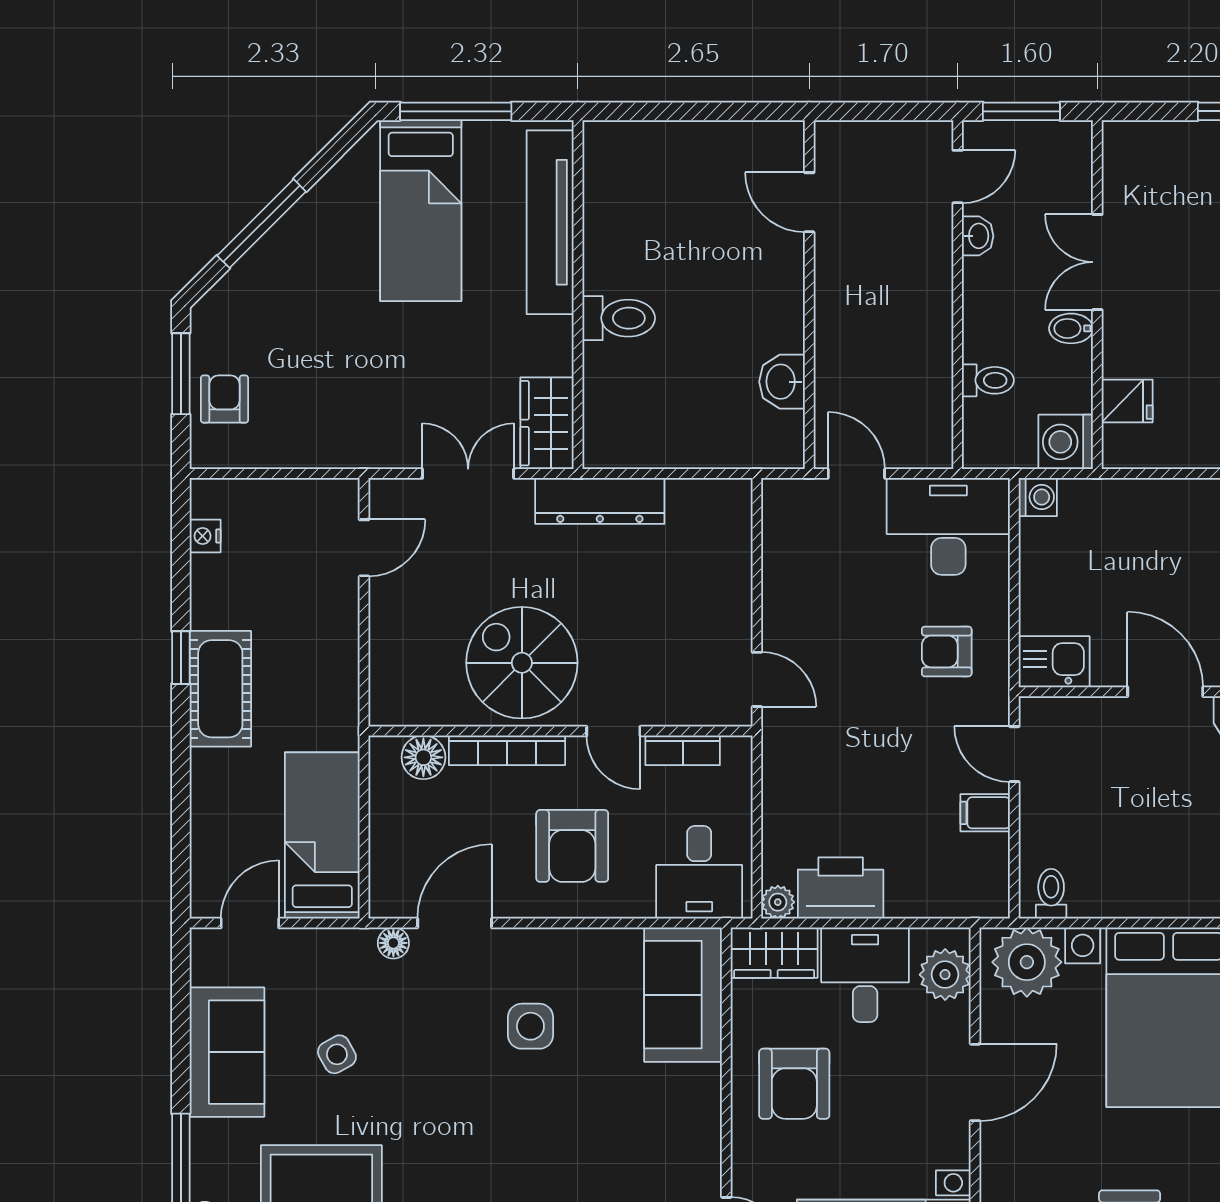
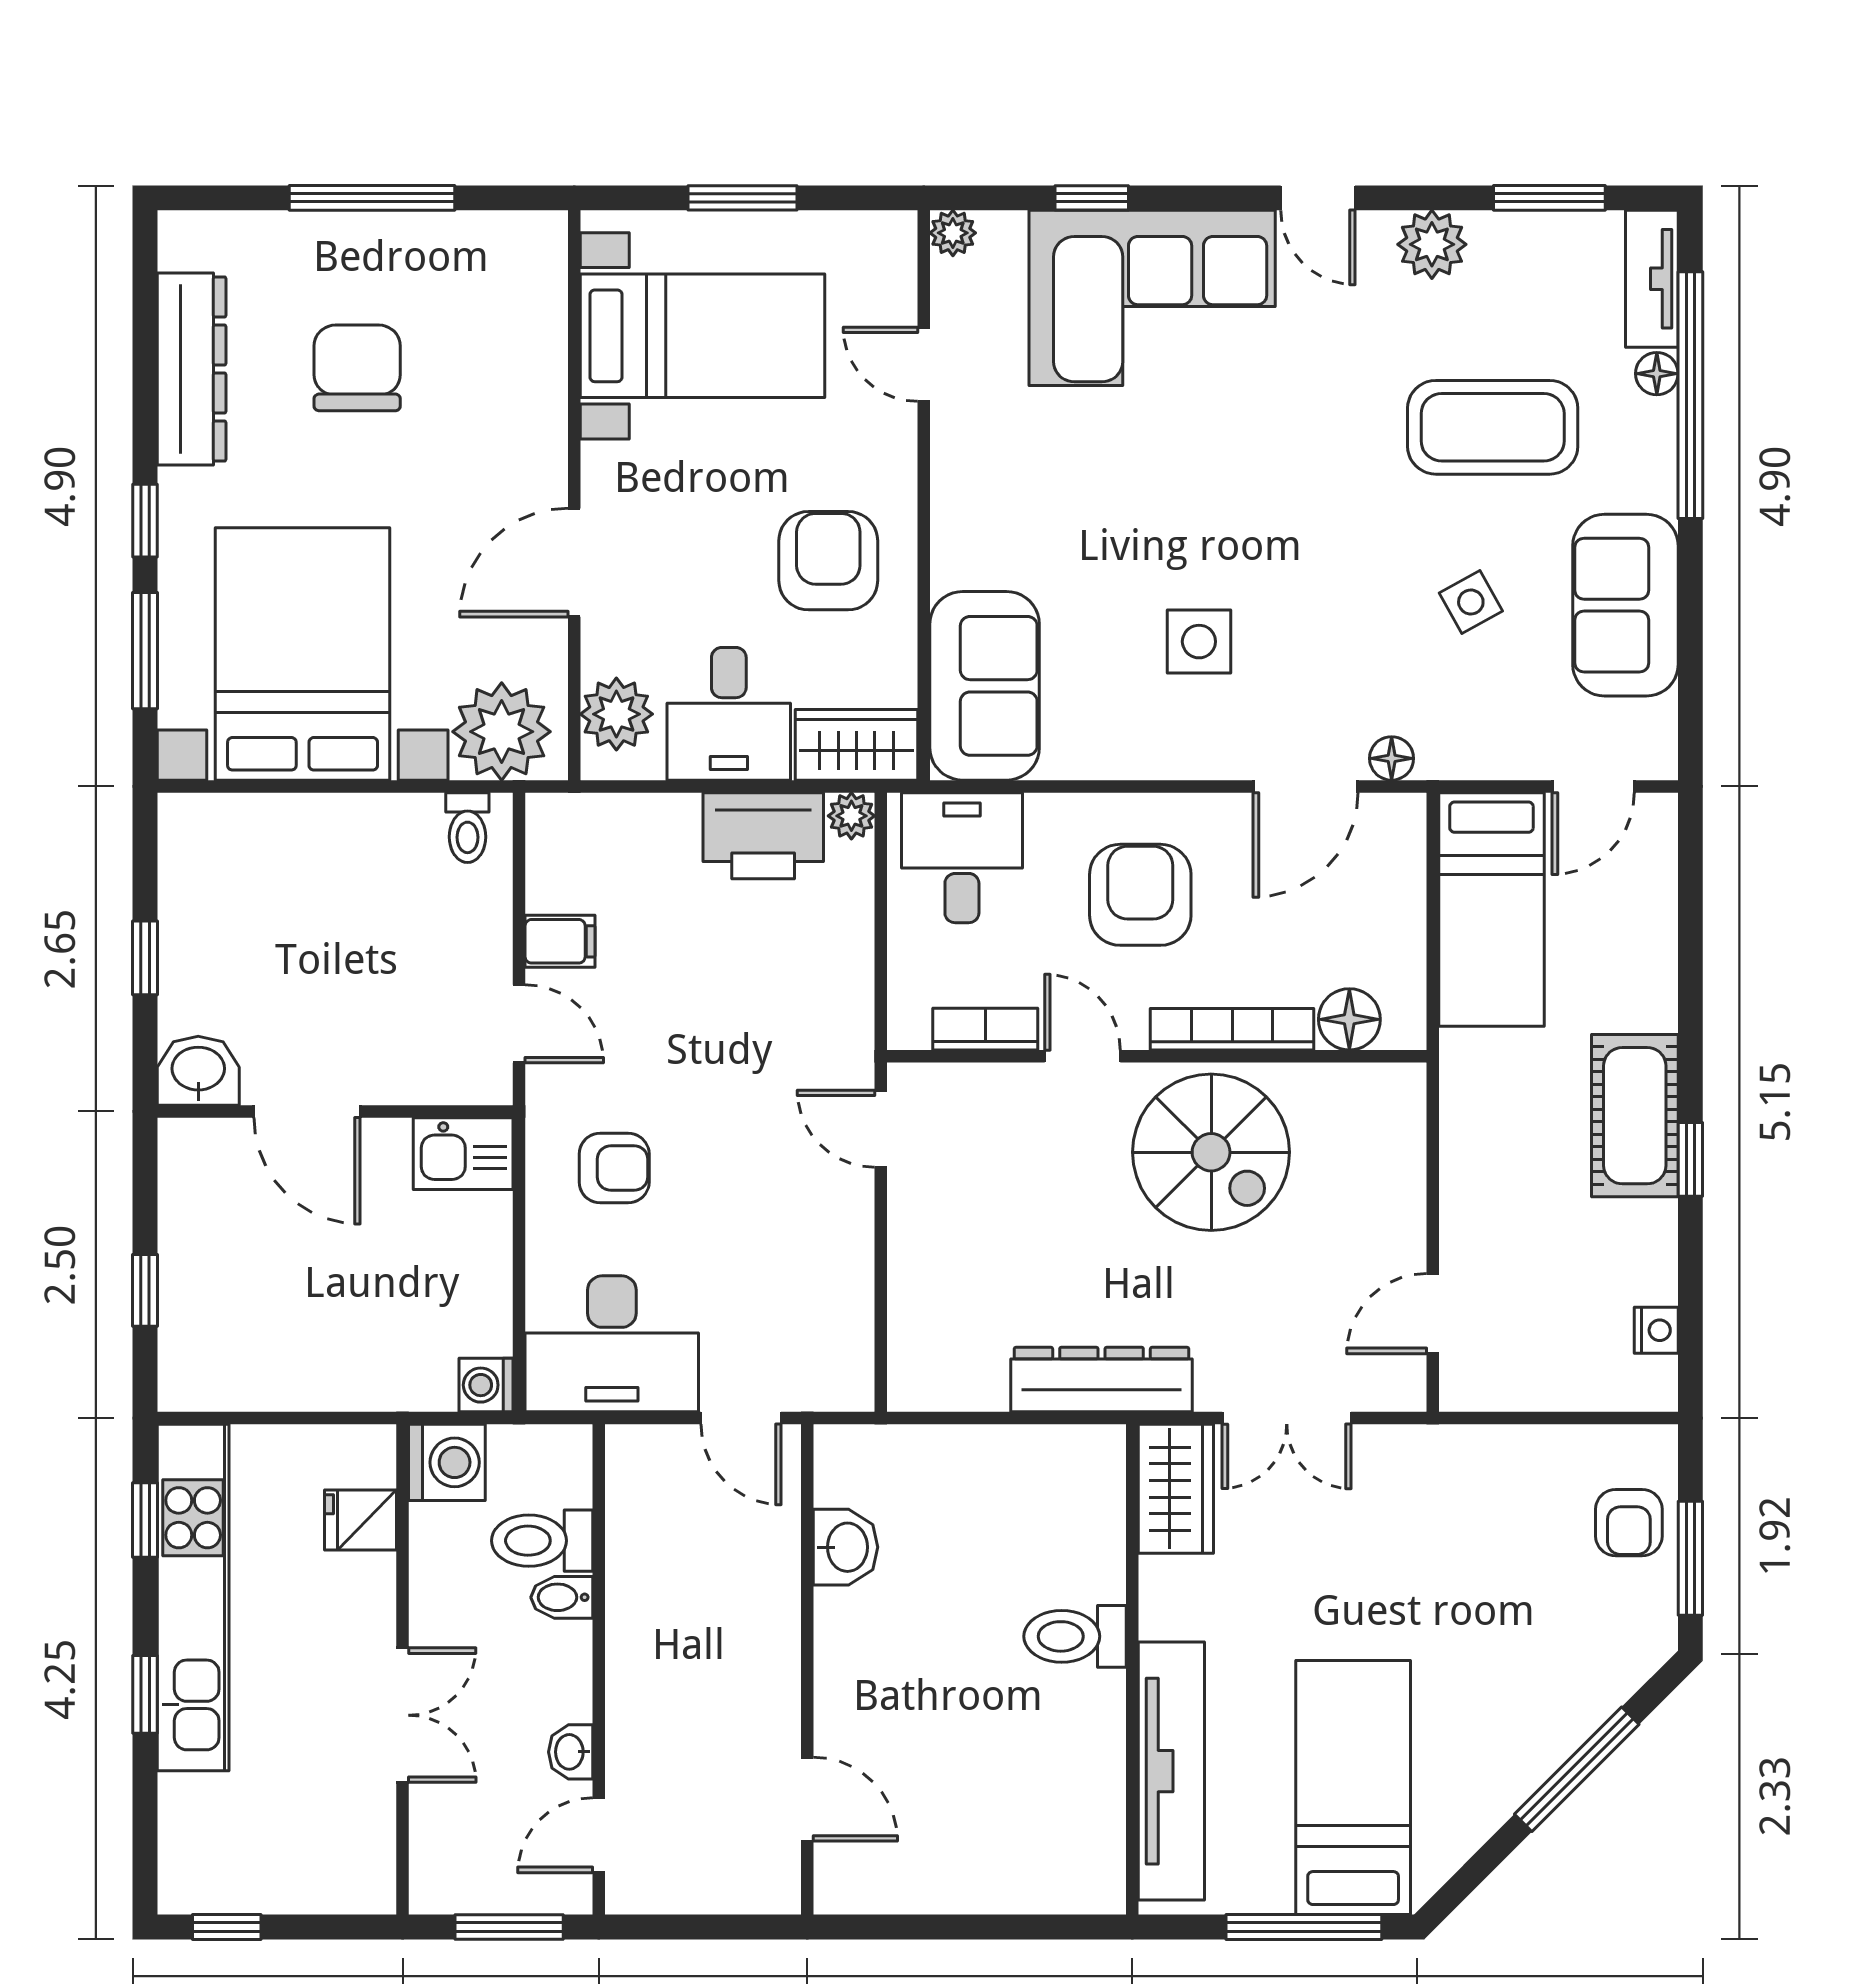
bidet: (1071, 328) -> (562, 1597), moved, turned 180
toilet: (988, 380) -> (542, 1541), width x1.37, depth x1.39

